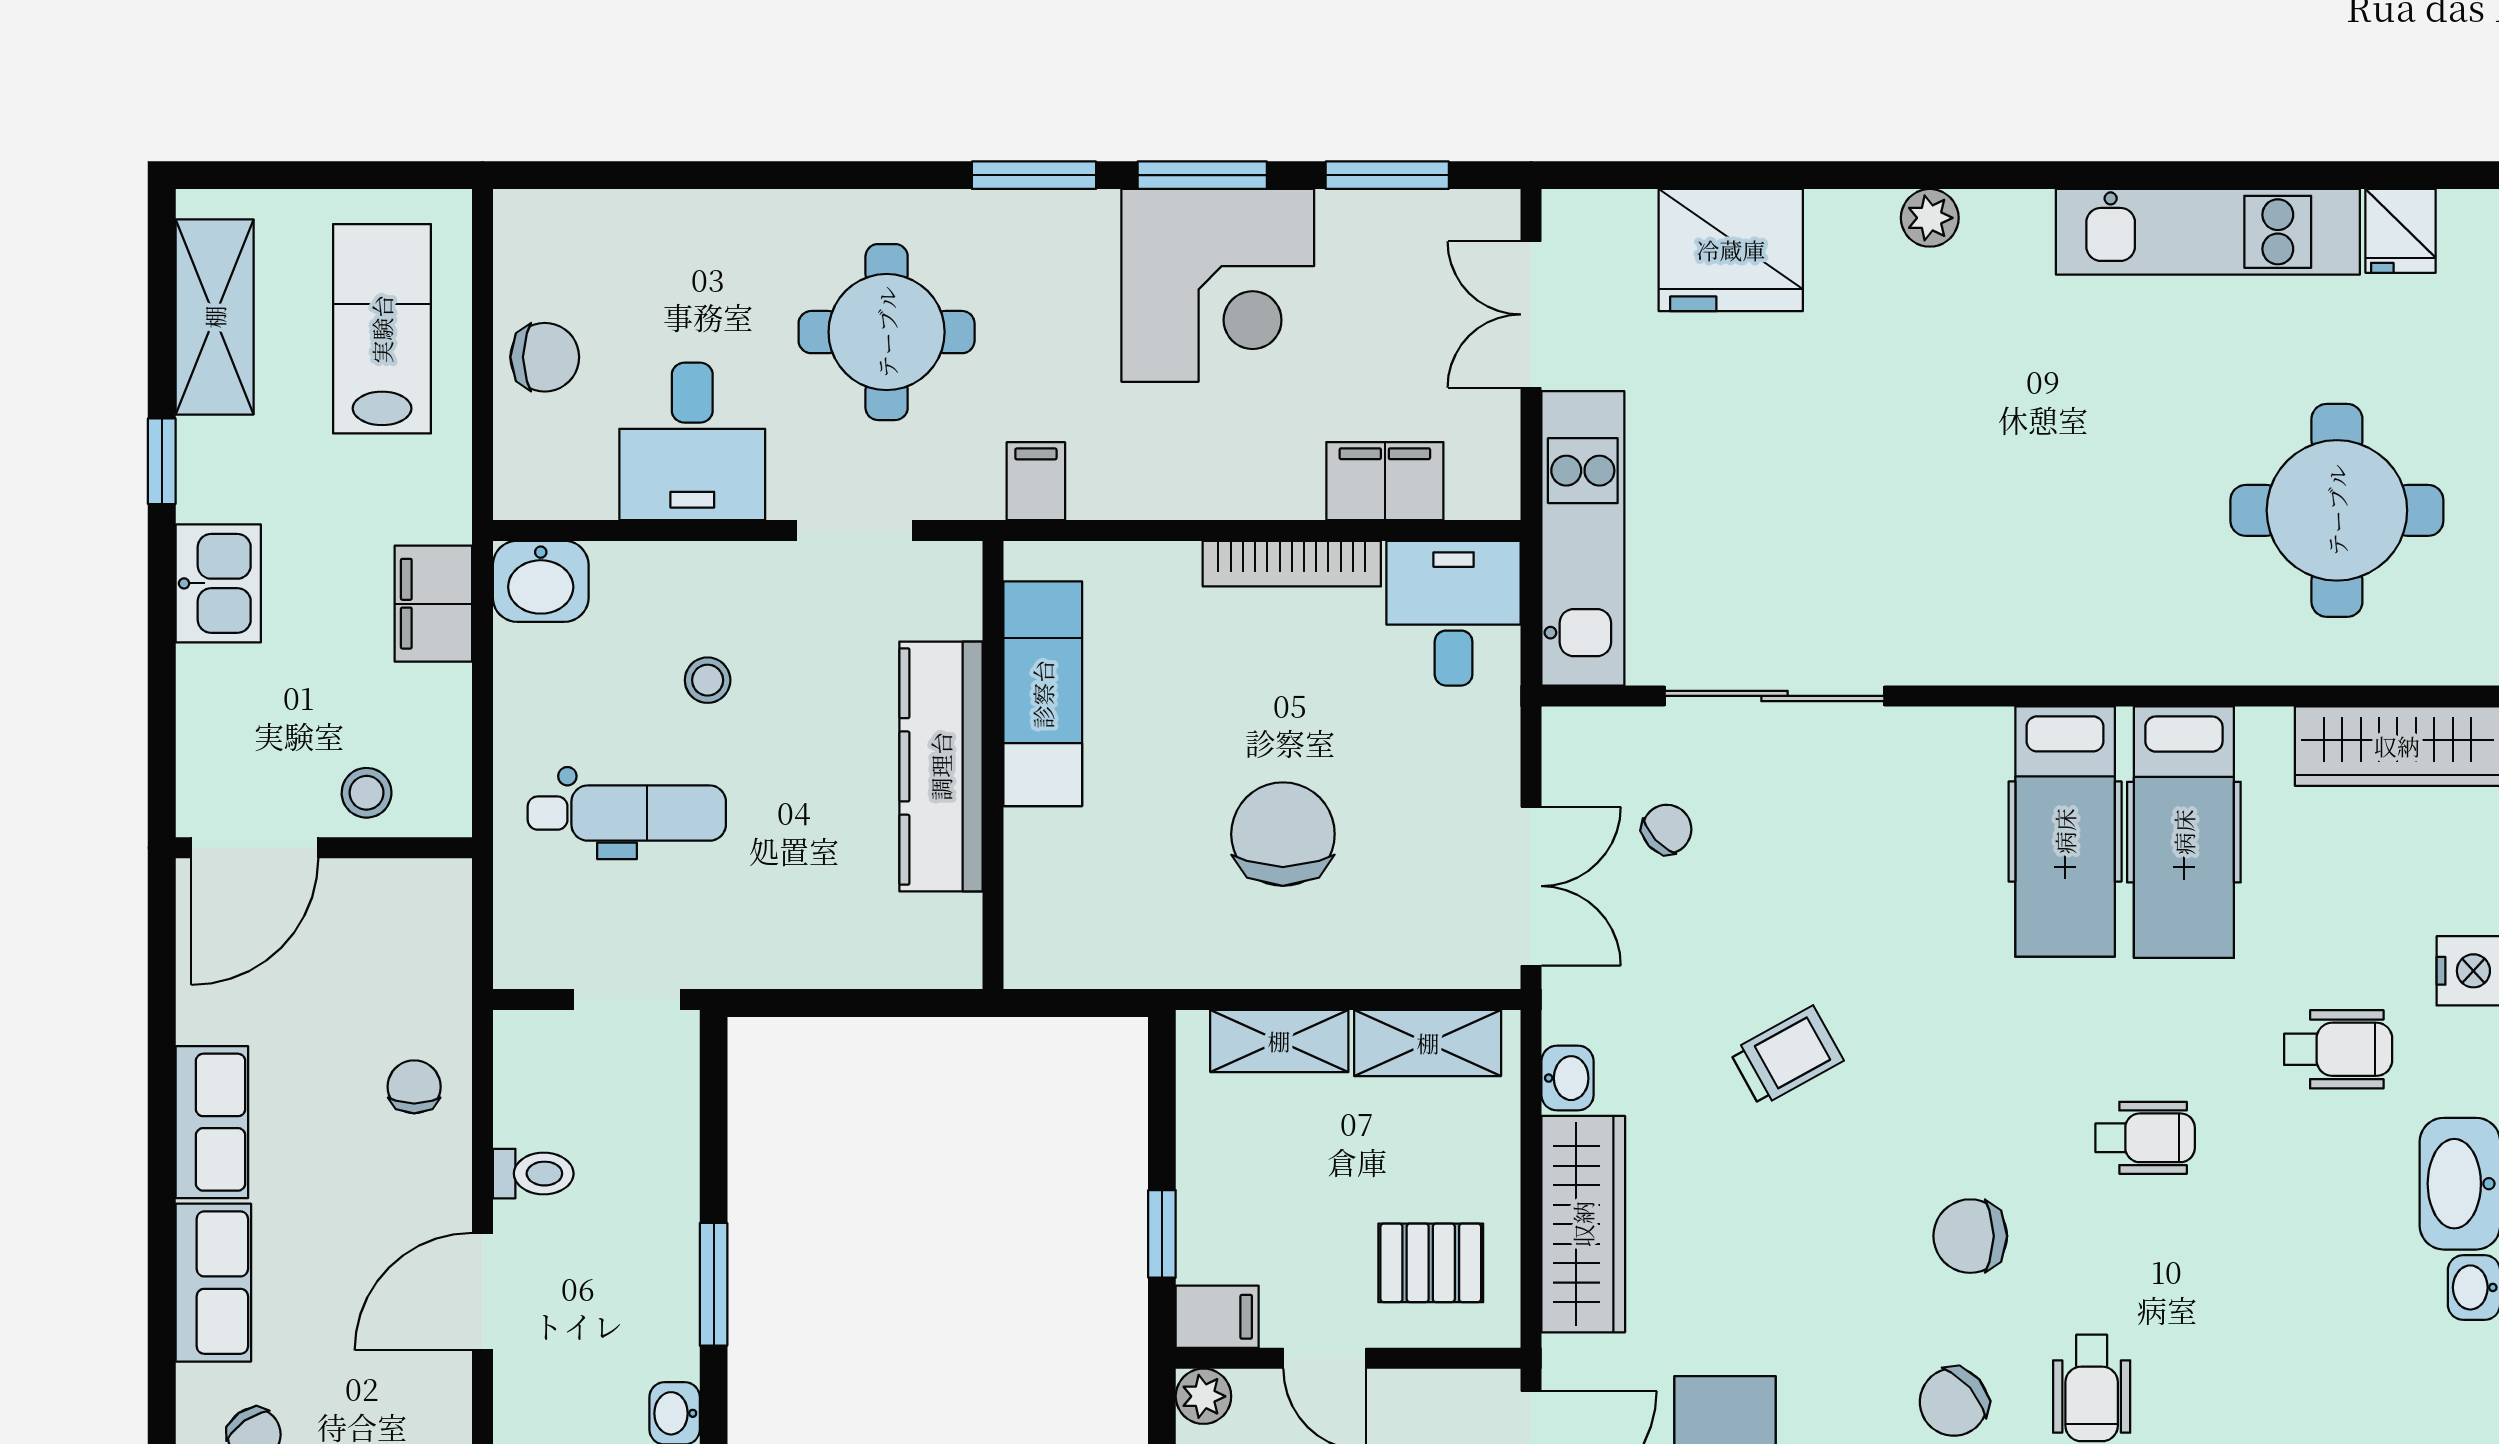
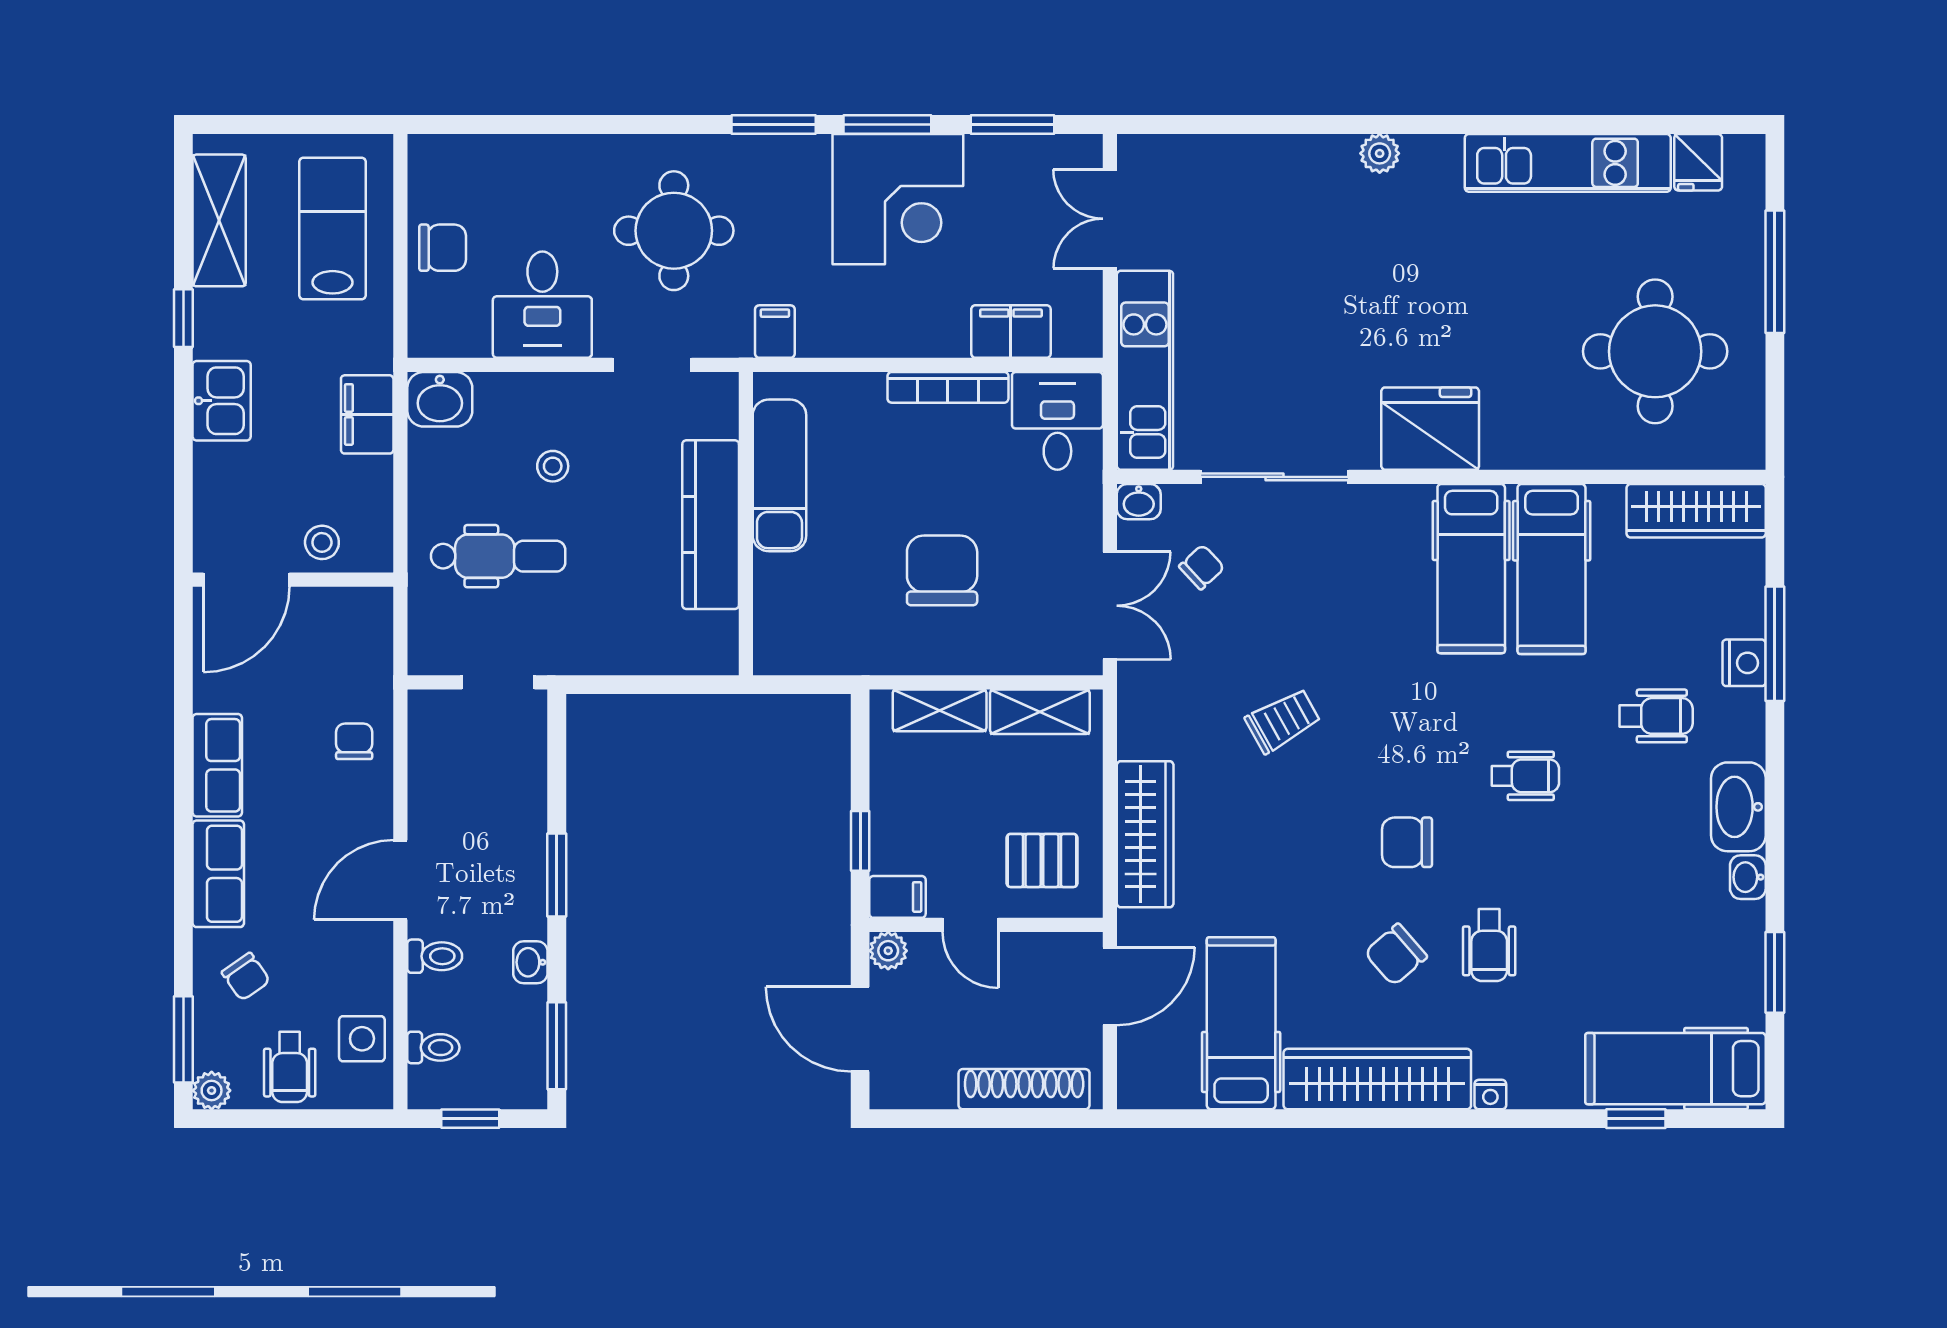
fridge: (1731, 250) -> (1430, 429), moved, turned 180
washbasin: (1567, 1078) -> (1139, 502), moved, turned 90
toilet: (533, 1174) -> (435, 956), moved

